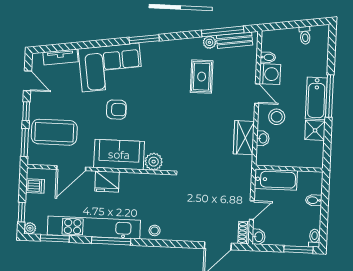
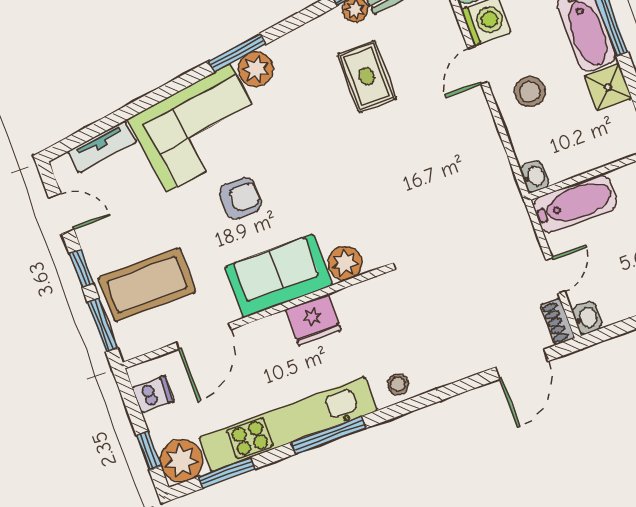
plant: (150, 51) -> (256, 69), added
door: (257, 94) -> (478, 65), swing flipped
wardrobe: (244, 138) -> (487, 153), removed
washbasin: (263, 138) -> (534, 176), moved
fridge: (107, 182) -> (313, 320), moved
plant: (30, 228) -> (181, 460), width x1.88, depth x1.88

